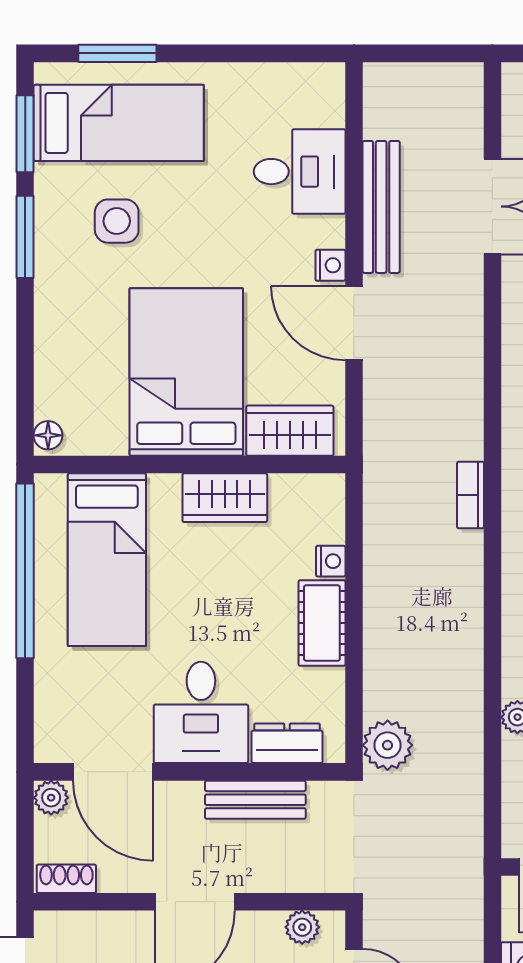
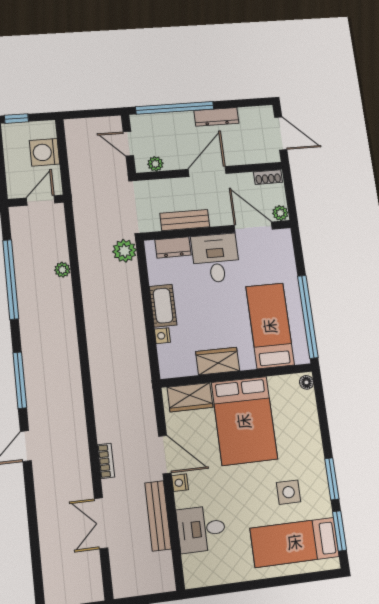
window: (117, 53) -> (300, 578), removed
bookcase: (470, 495) -> (106, 461), moved

